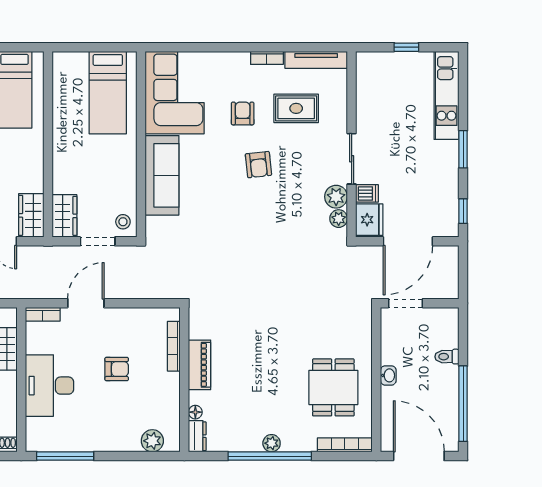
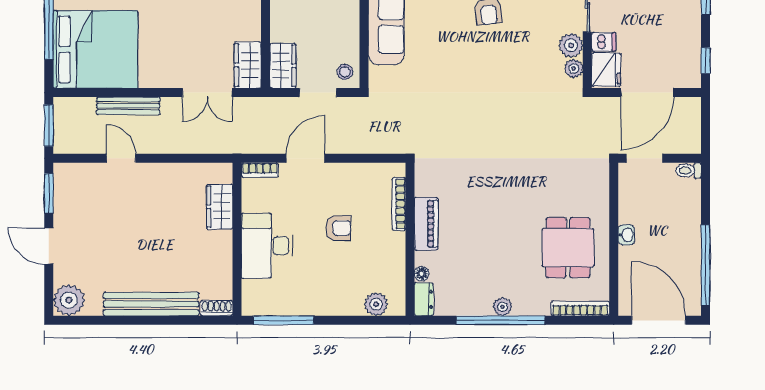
toilet: (447, 357) -> (689, 170), moved

